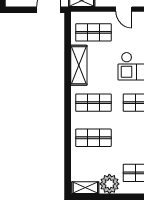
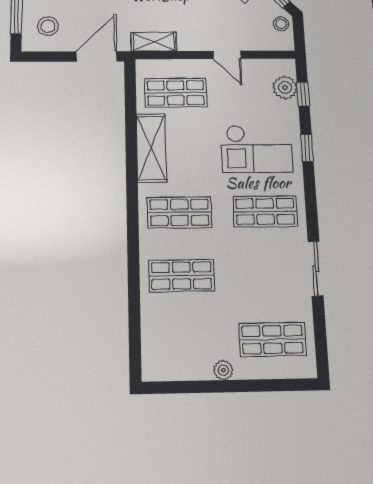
plant: (109, 184) -> (223, 370), width x0.53, depth x0.53
shelving: (85, 188) -> (169, 370), removed

